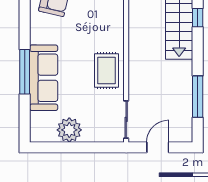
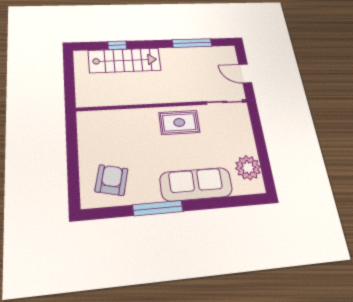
window: (25, 72) -> (158, 208), moved
plant: (69, 130) -> (248, 168), moved

